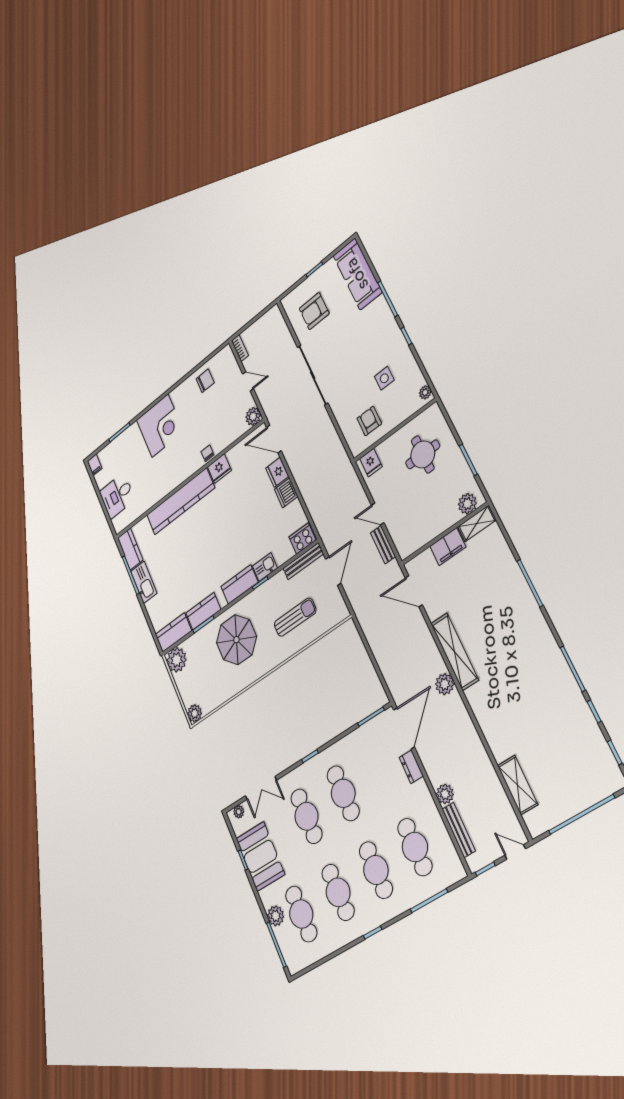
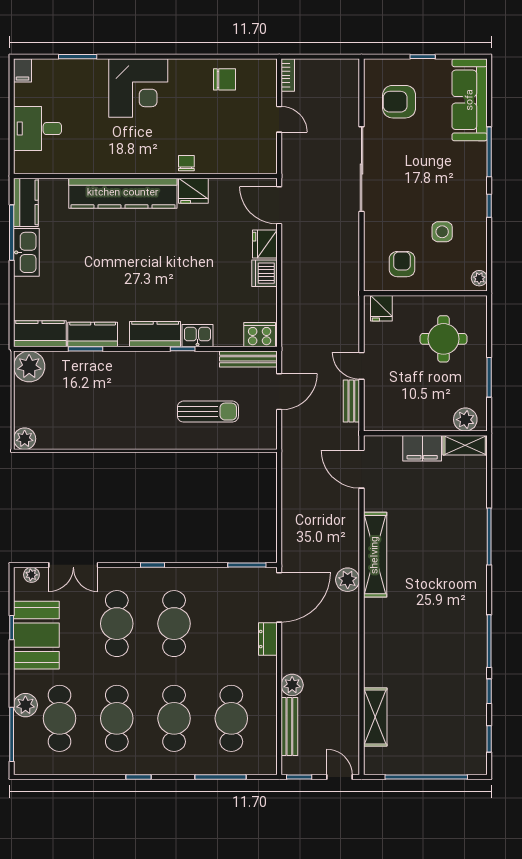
plant: (253, 416) -> (266, 163), removed
parasol: (236, 640) -> (121, 391), removed

